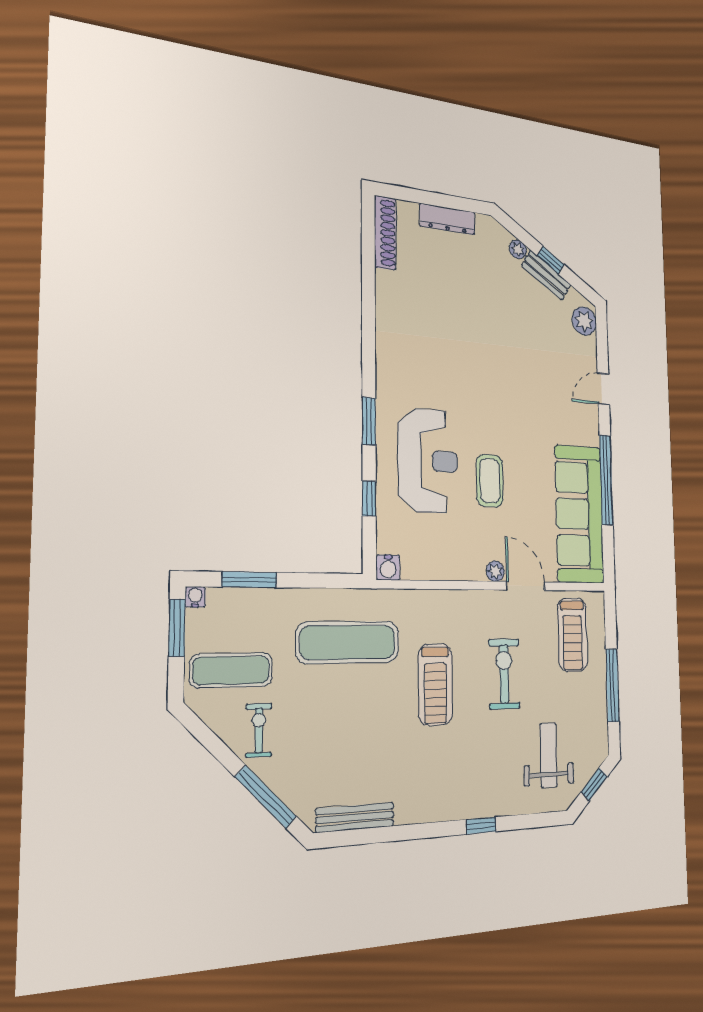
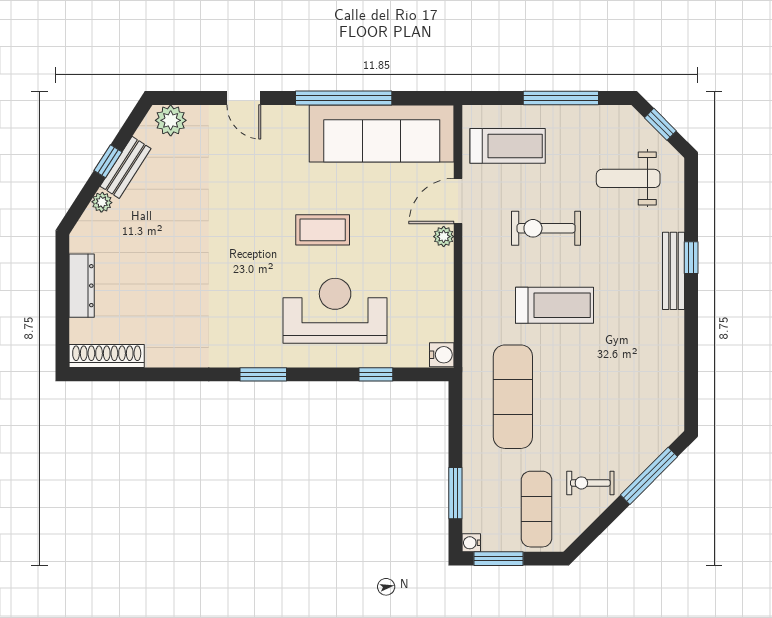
window: (369, 421) -> (263, 374), moved
coffee table: (490, 481) -> (323, 230), moved
bench: (355, 817) -> (673, 271), moved

